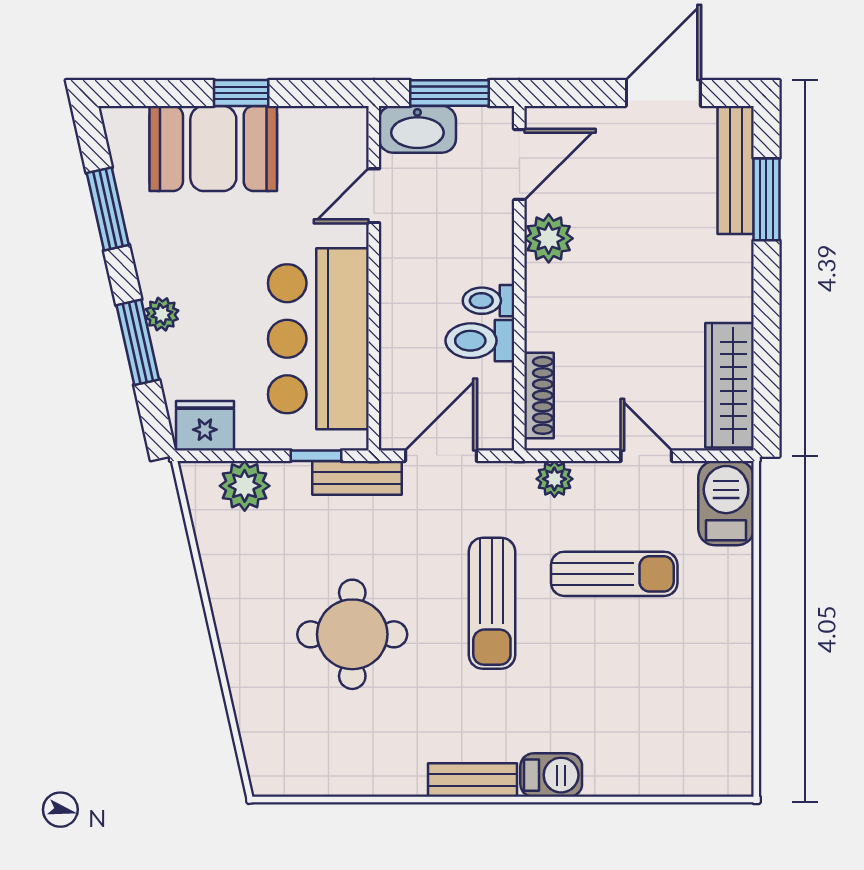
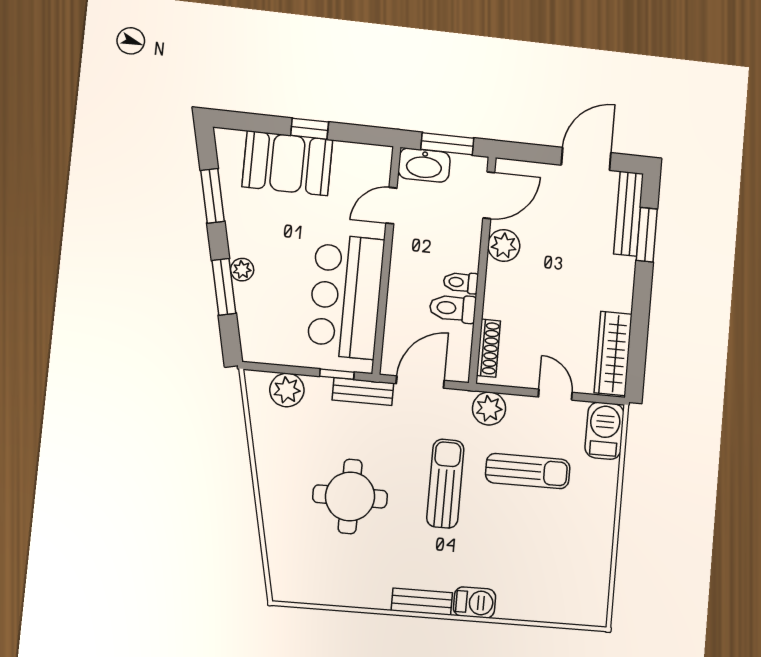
fridge: (205, 426) -> (264, 347), removed
plant: (554, 479) -> (489, 409), width x1.38, depth x1.38
sun lounger: (492, 603) -> (445, 484), turned 180

